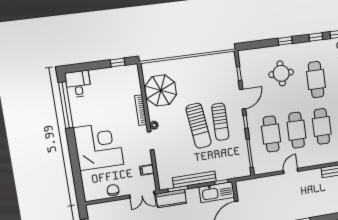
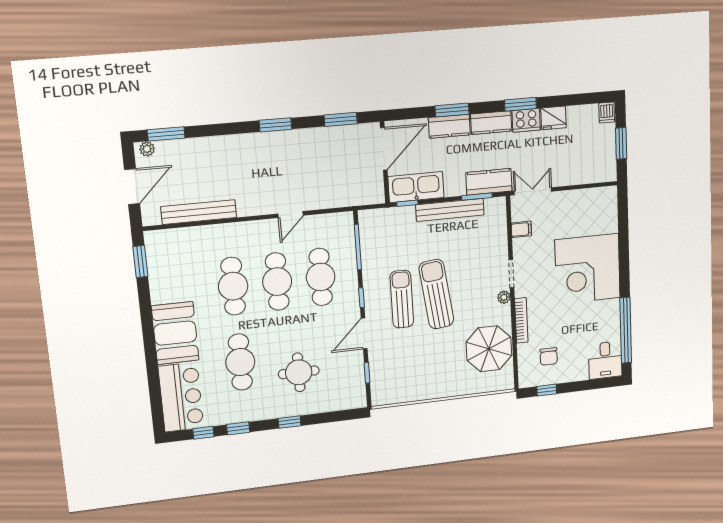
chair: (113, 190) -> (549, 357), moved

